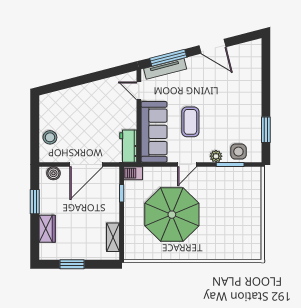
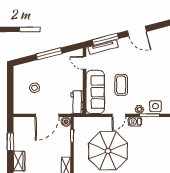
window: (89, 78) -> (49, 54), added
stool: (50, 137) -> (35, 88), moved
boiler: (53, 173) -> (66, 122), moved
barbecue: (133, 173) -> (135, 122), moved

